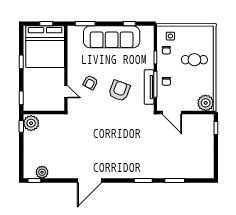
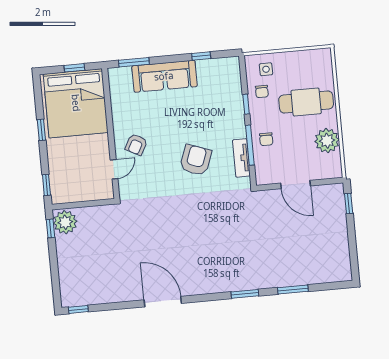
sofa: (112, 37) -> (164, 76), width x0.74, depth x0.79
cafe table: (194, 60) -> (306, 102), width x1.37, depth x1.35
armchair: (90, 82) -> (136, 145), moved
tv unit: (149, 87) -> (241, 158), width x0.71
door: (66, 92) -> (114, 169), hinge flipped
plant: (206, 103) -> (327, 141), moved
door: (172, 113) -> (295, 185), moved
plant: (42, 172) -> (89, 296), removed
door: (90, 180) -> (163, 302), swing flipped

